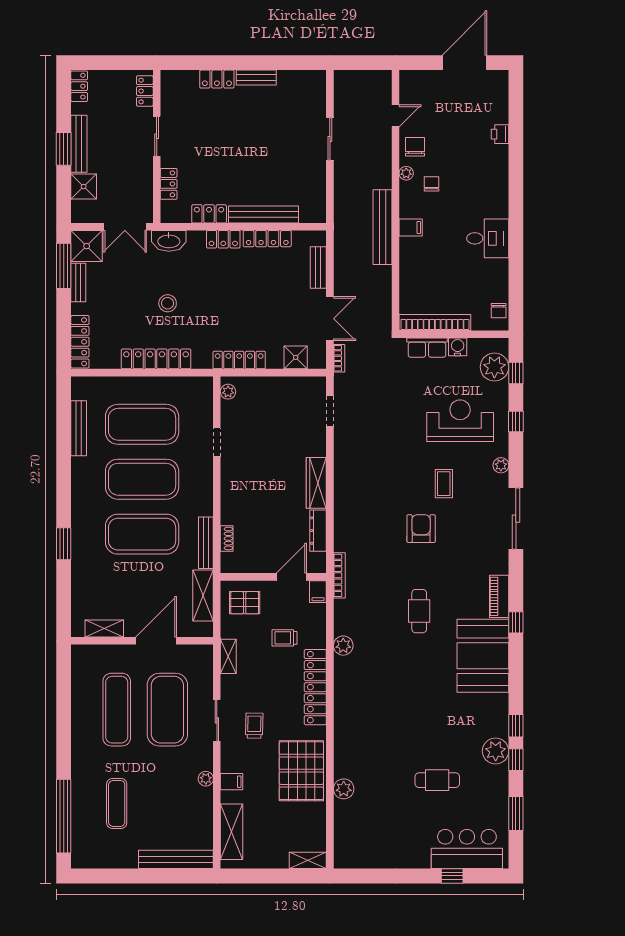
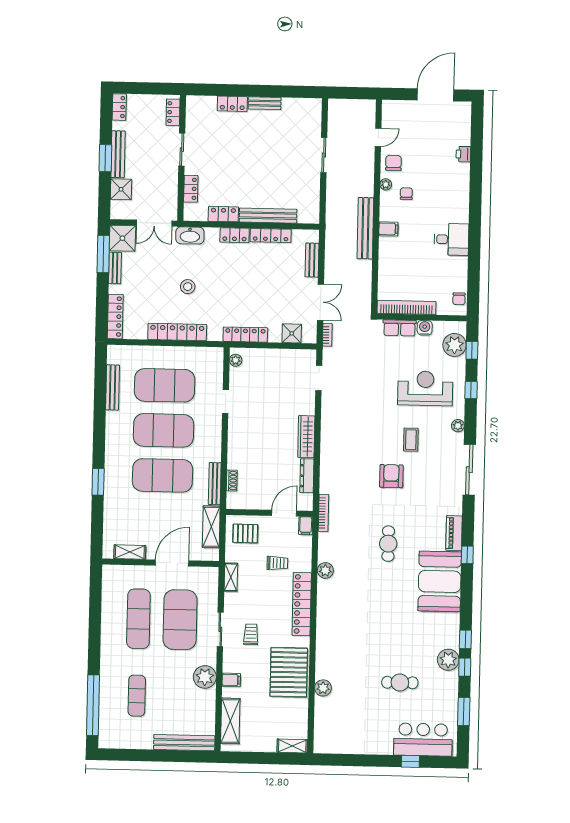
trolley: (285, 638) -> (277, 563), turned 180
plant: (206, 779) -> (205, 677), width x1.87, depth x1.87

